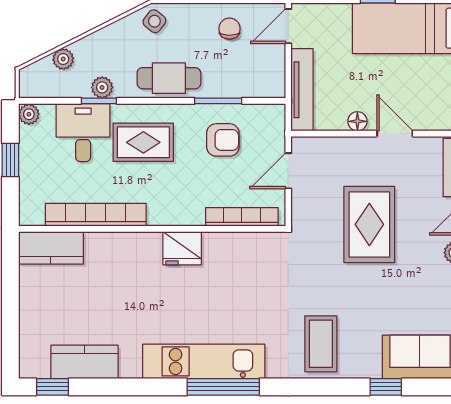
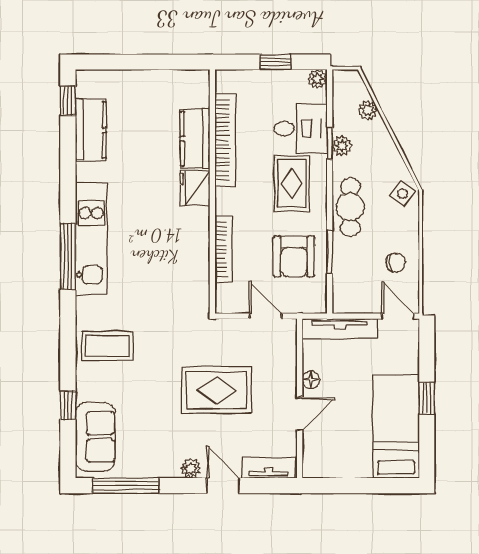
armchair: (223, 140) -> (294, 256), width x1.38, depth x1.38
bookcase: (242, 217) -> (223, 249), moved
kitchen counter: (51, 248) -> (195, 139), moved
fridge: (182, 248) -> (195, 188), moved

